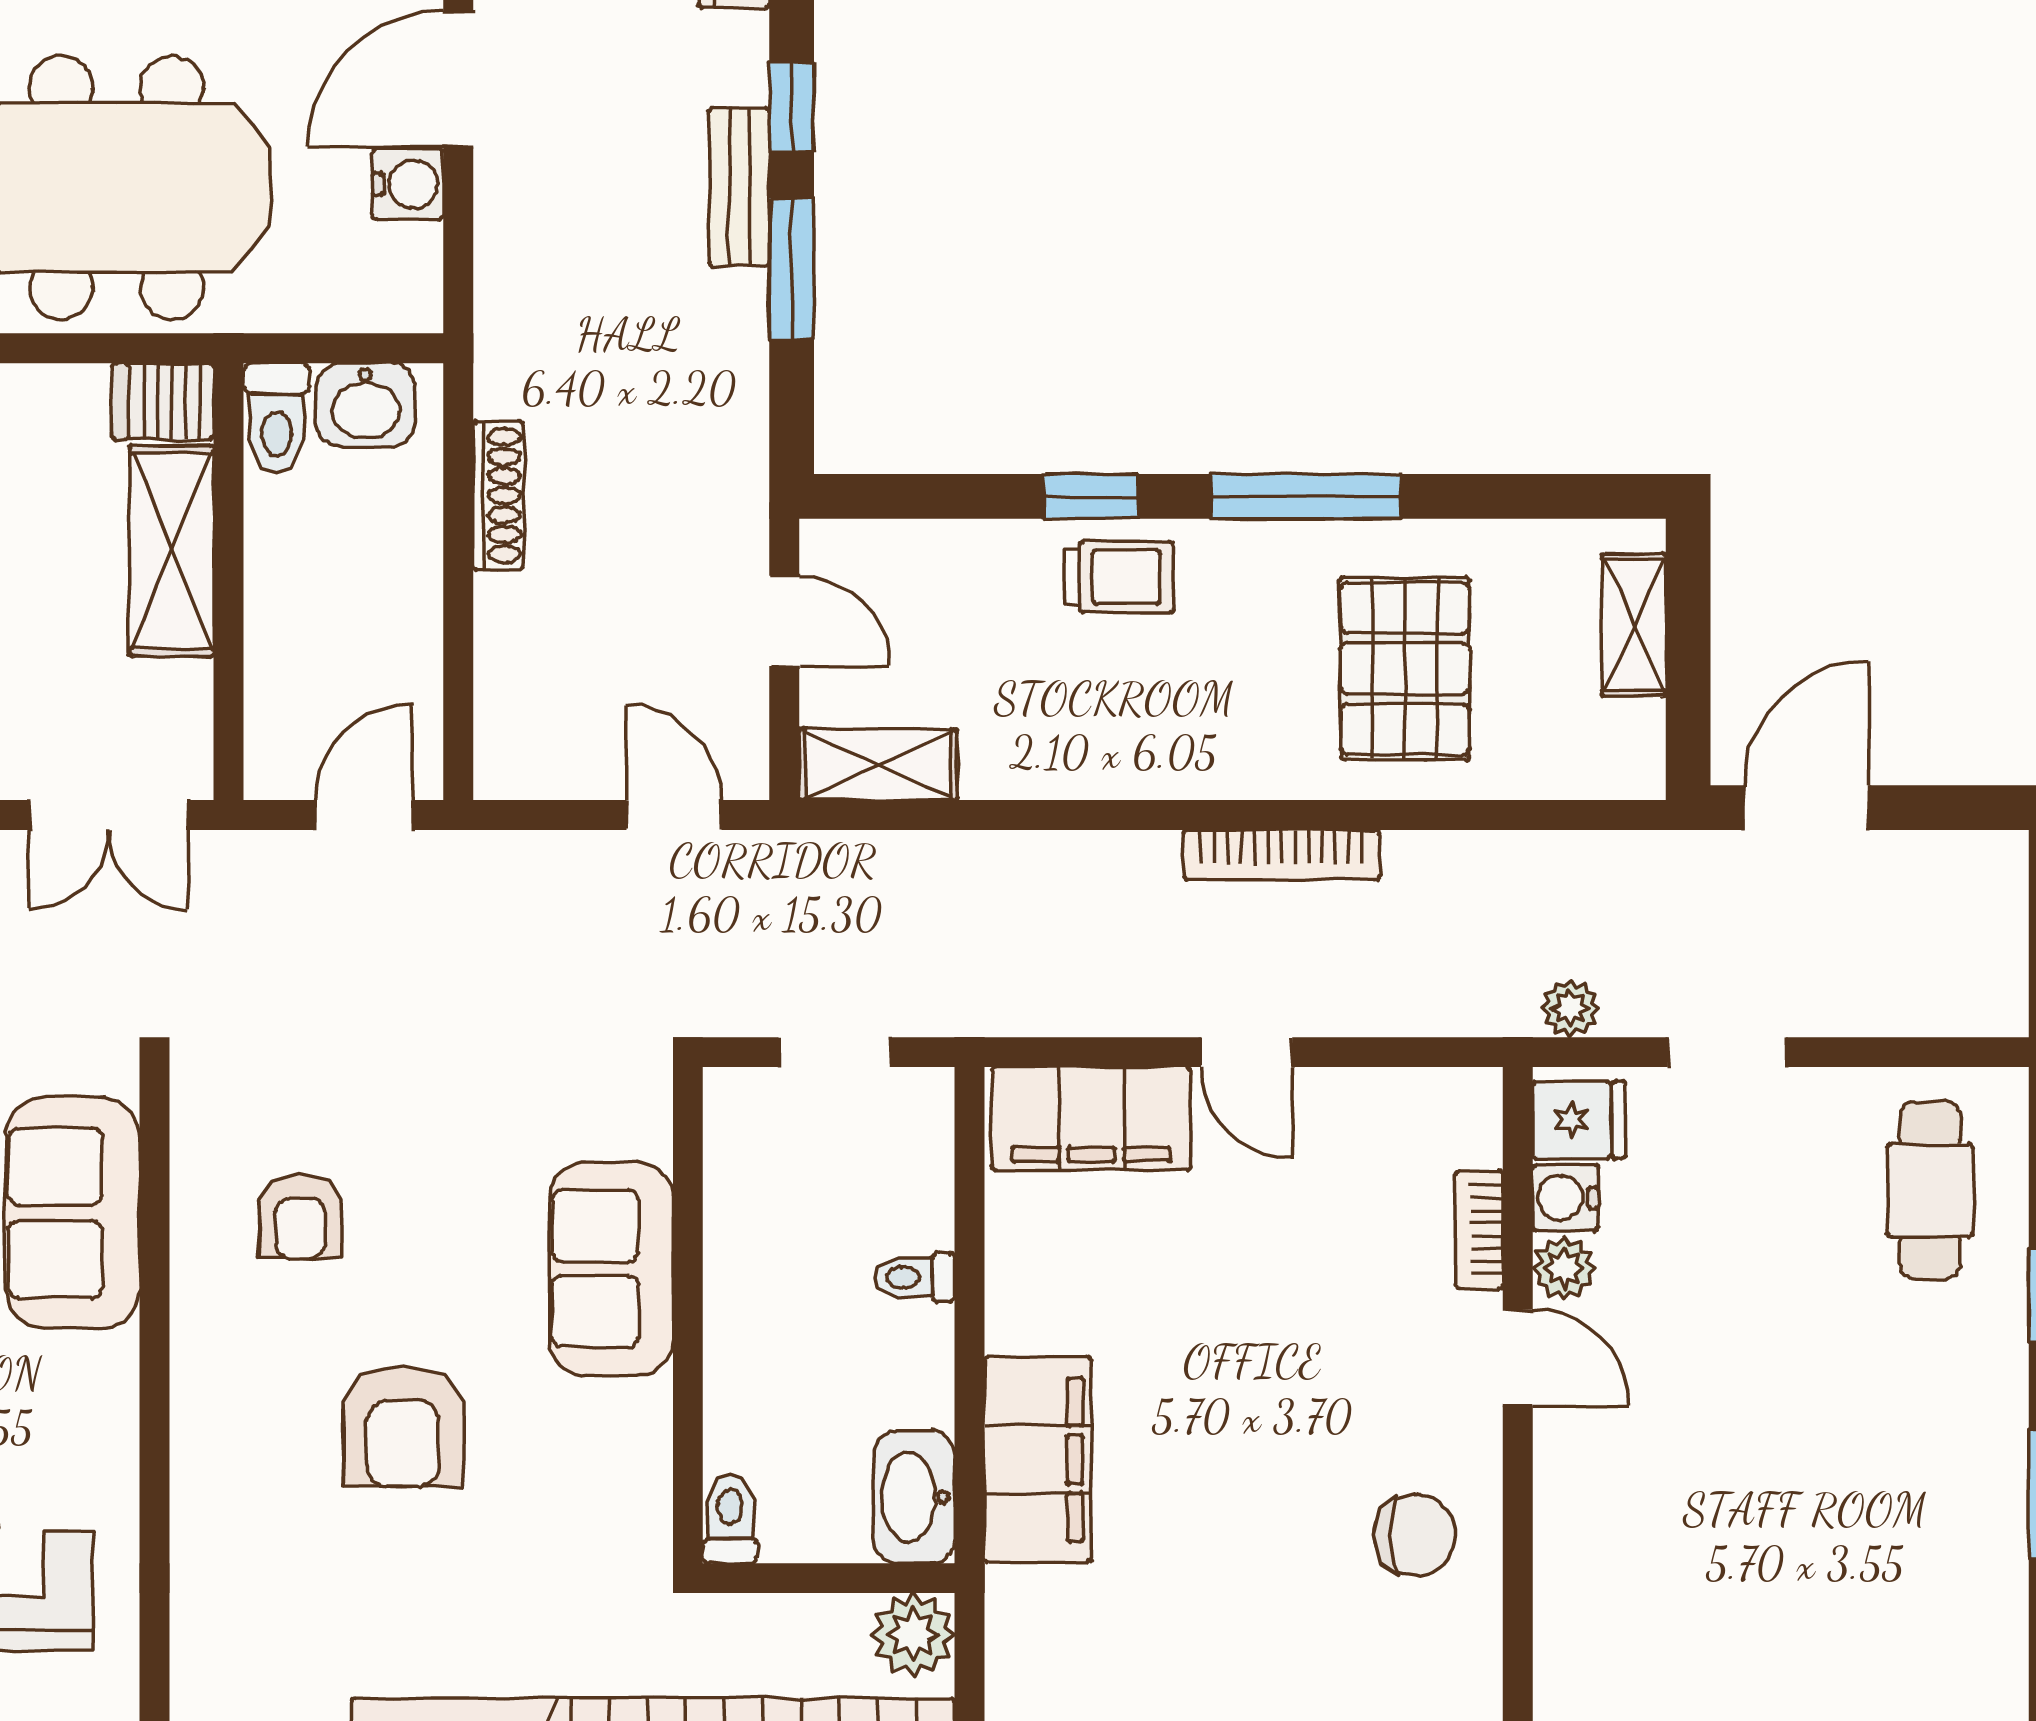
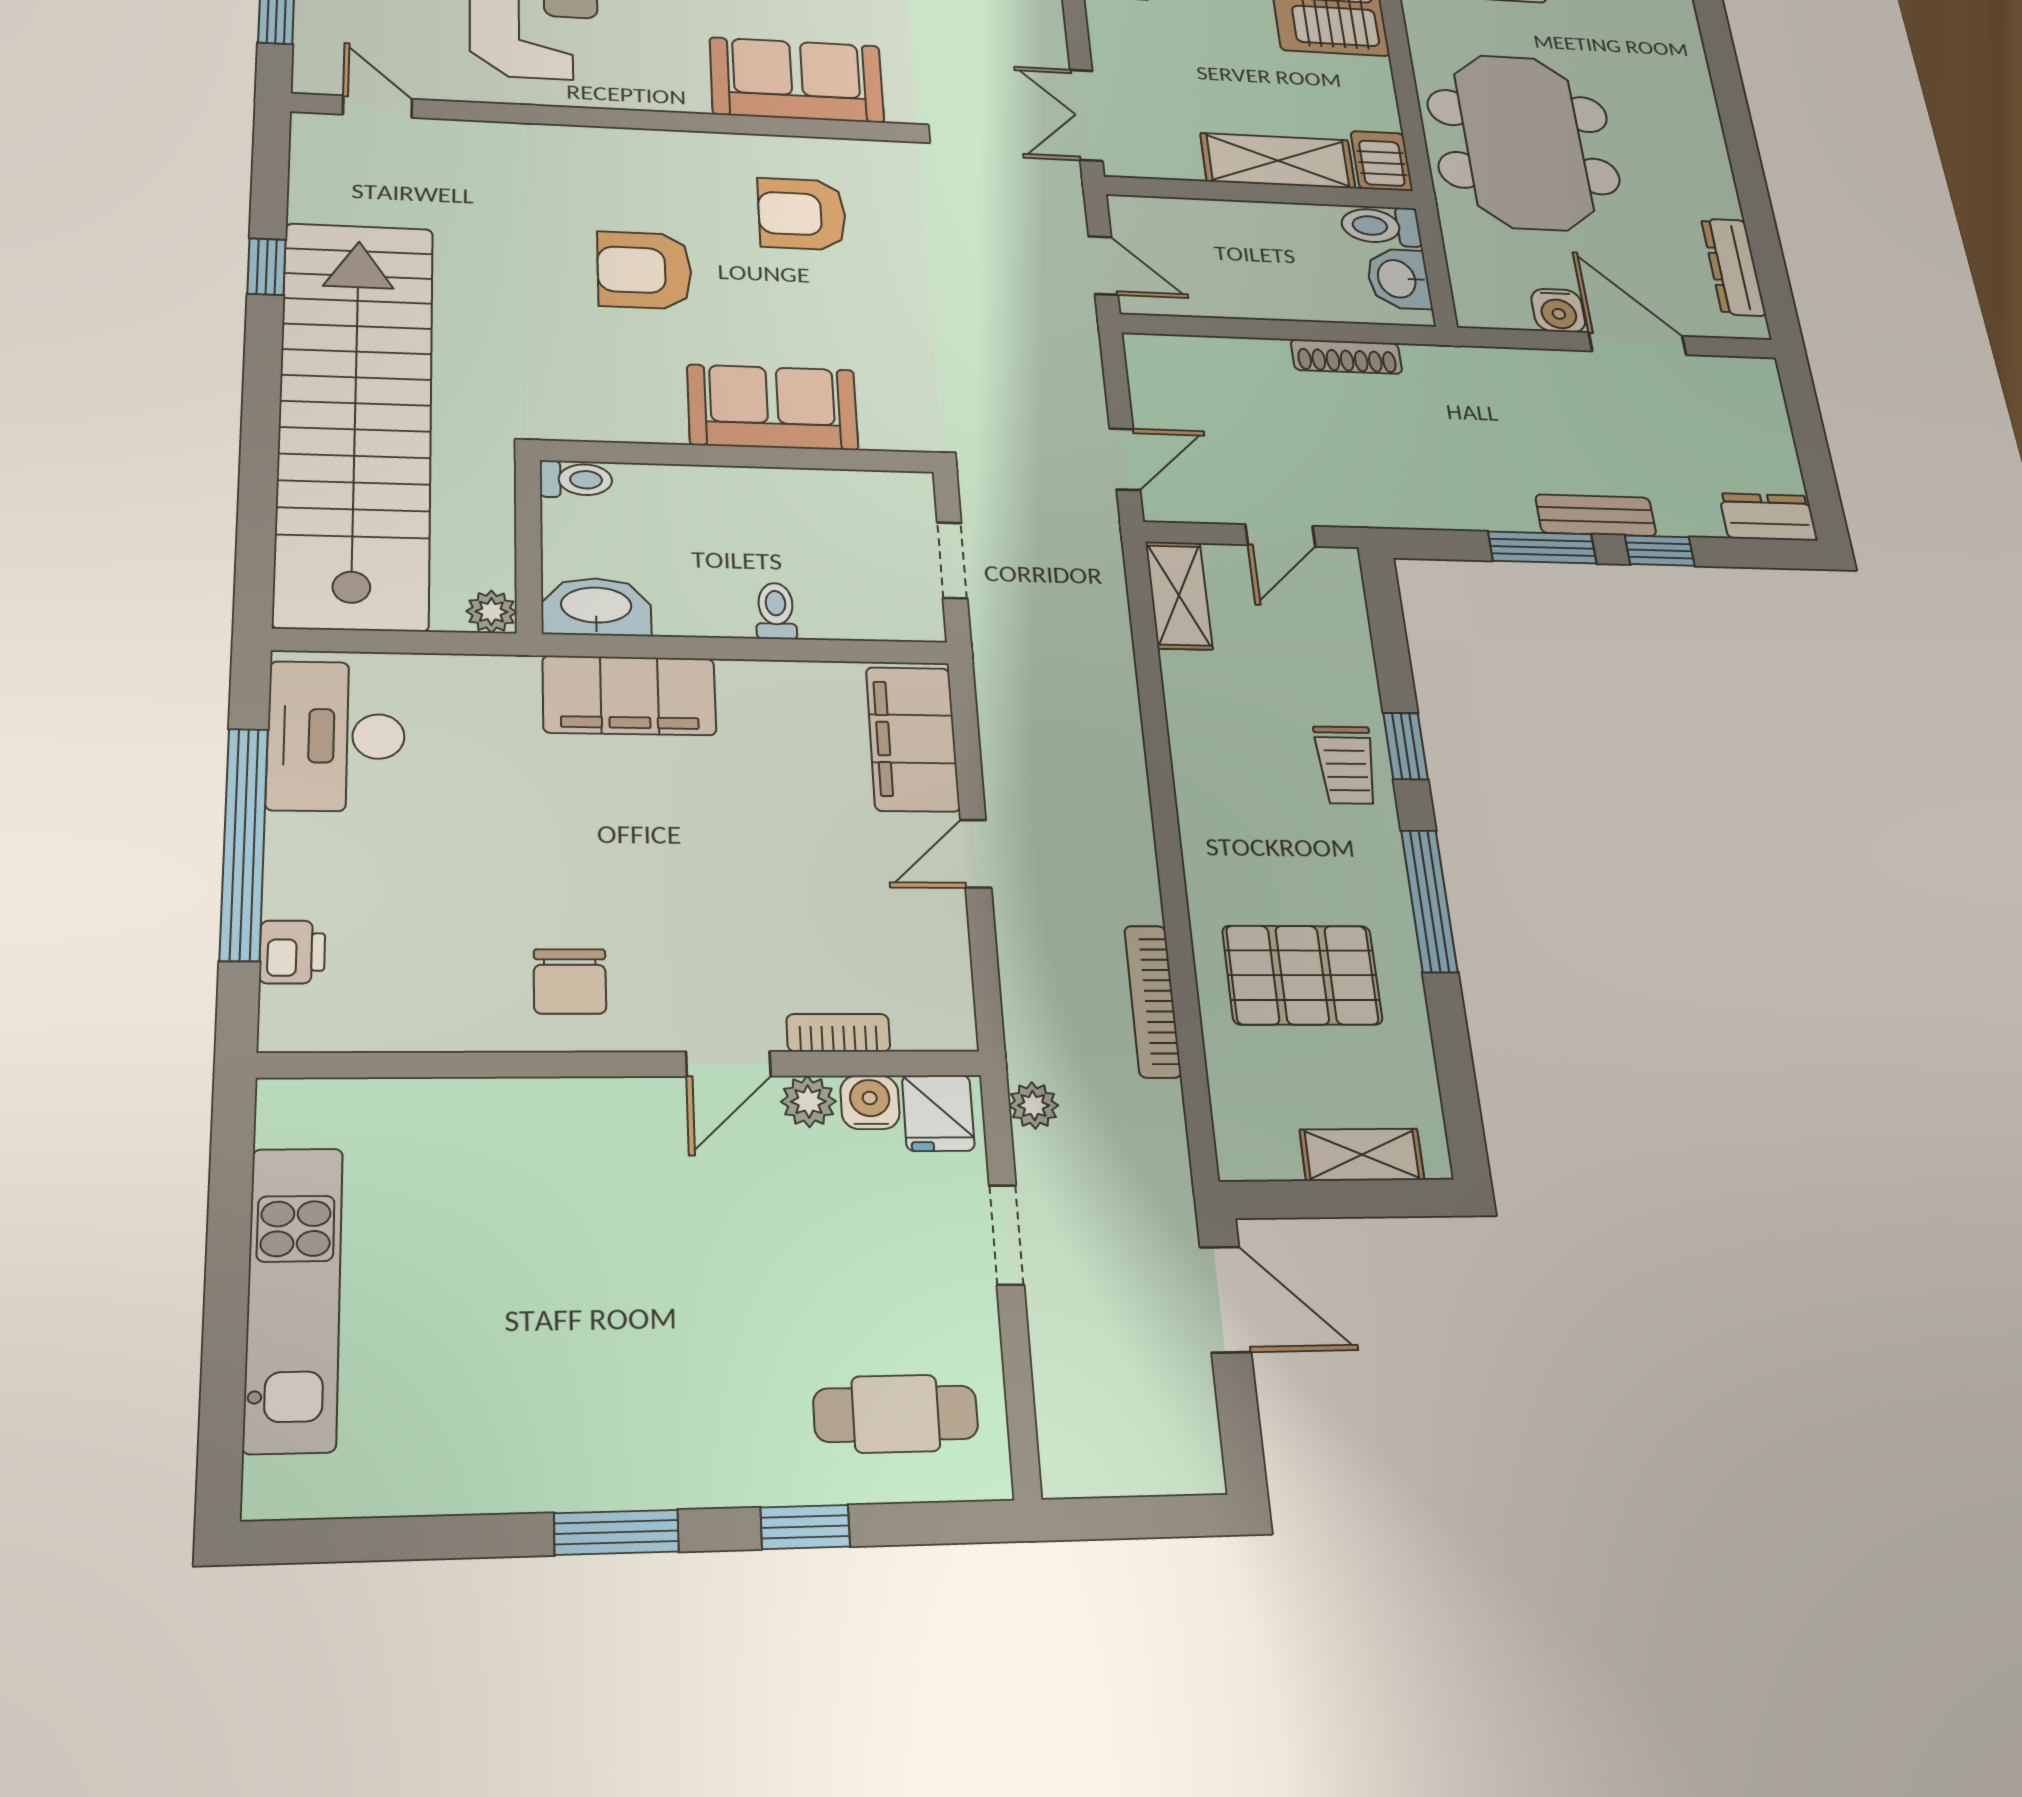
bookcase: (1281, 855) -> (1153, 1001), moved
armchair: (300, 1216) -> (802, 214), width x1.38, depth x1.38
plant: (913, 1635) -> (491, 612), width x0.73, depth x0.73

